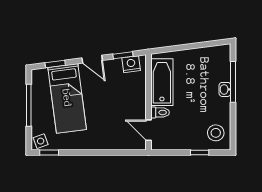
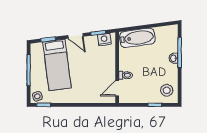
bathtub: (162, 82) -> (137, 38), moved, turned 83
door: (148, 130) -> (117, 88), hinge flipped

